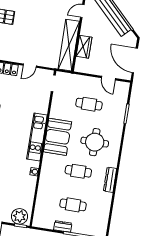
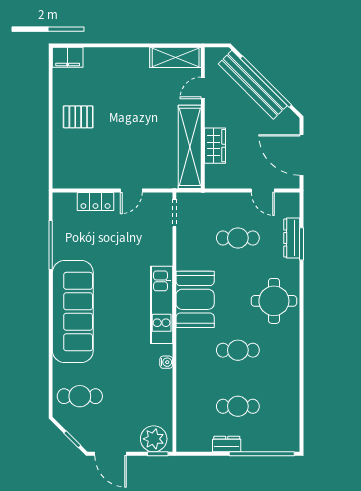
round table: (95, 142) -> (274, 301), moved
dresser: (110, 180) -> (292, 238), moved

